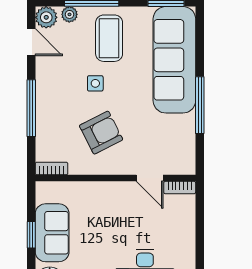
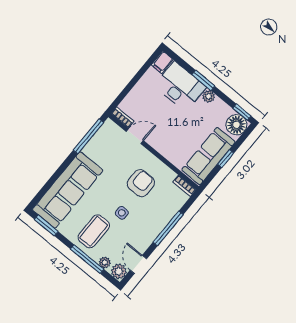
window: (200, 105) -> (88, 136), moved
armchair: (101, 133) -> (141, 183), turned 117
door: (150, 178) -> (135, 136), hinge flipped
sofa: (52, 233) -> (208, 156), width x1.36

